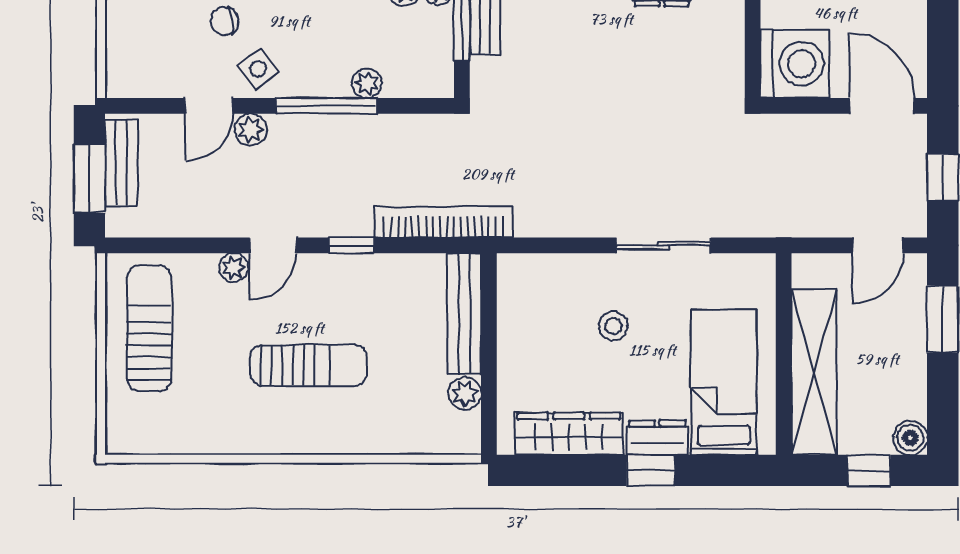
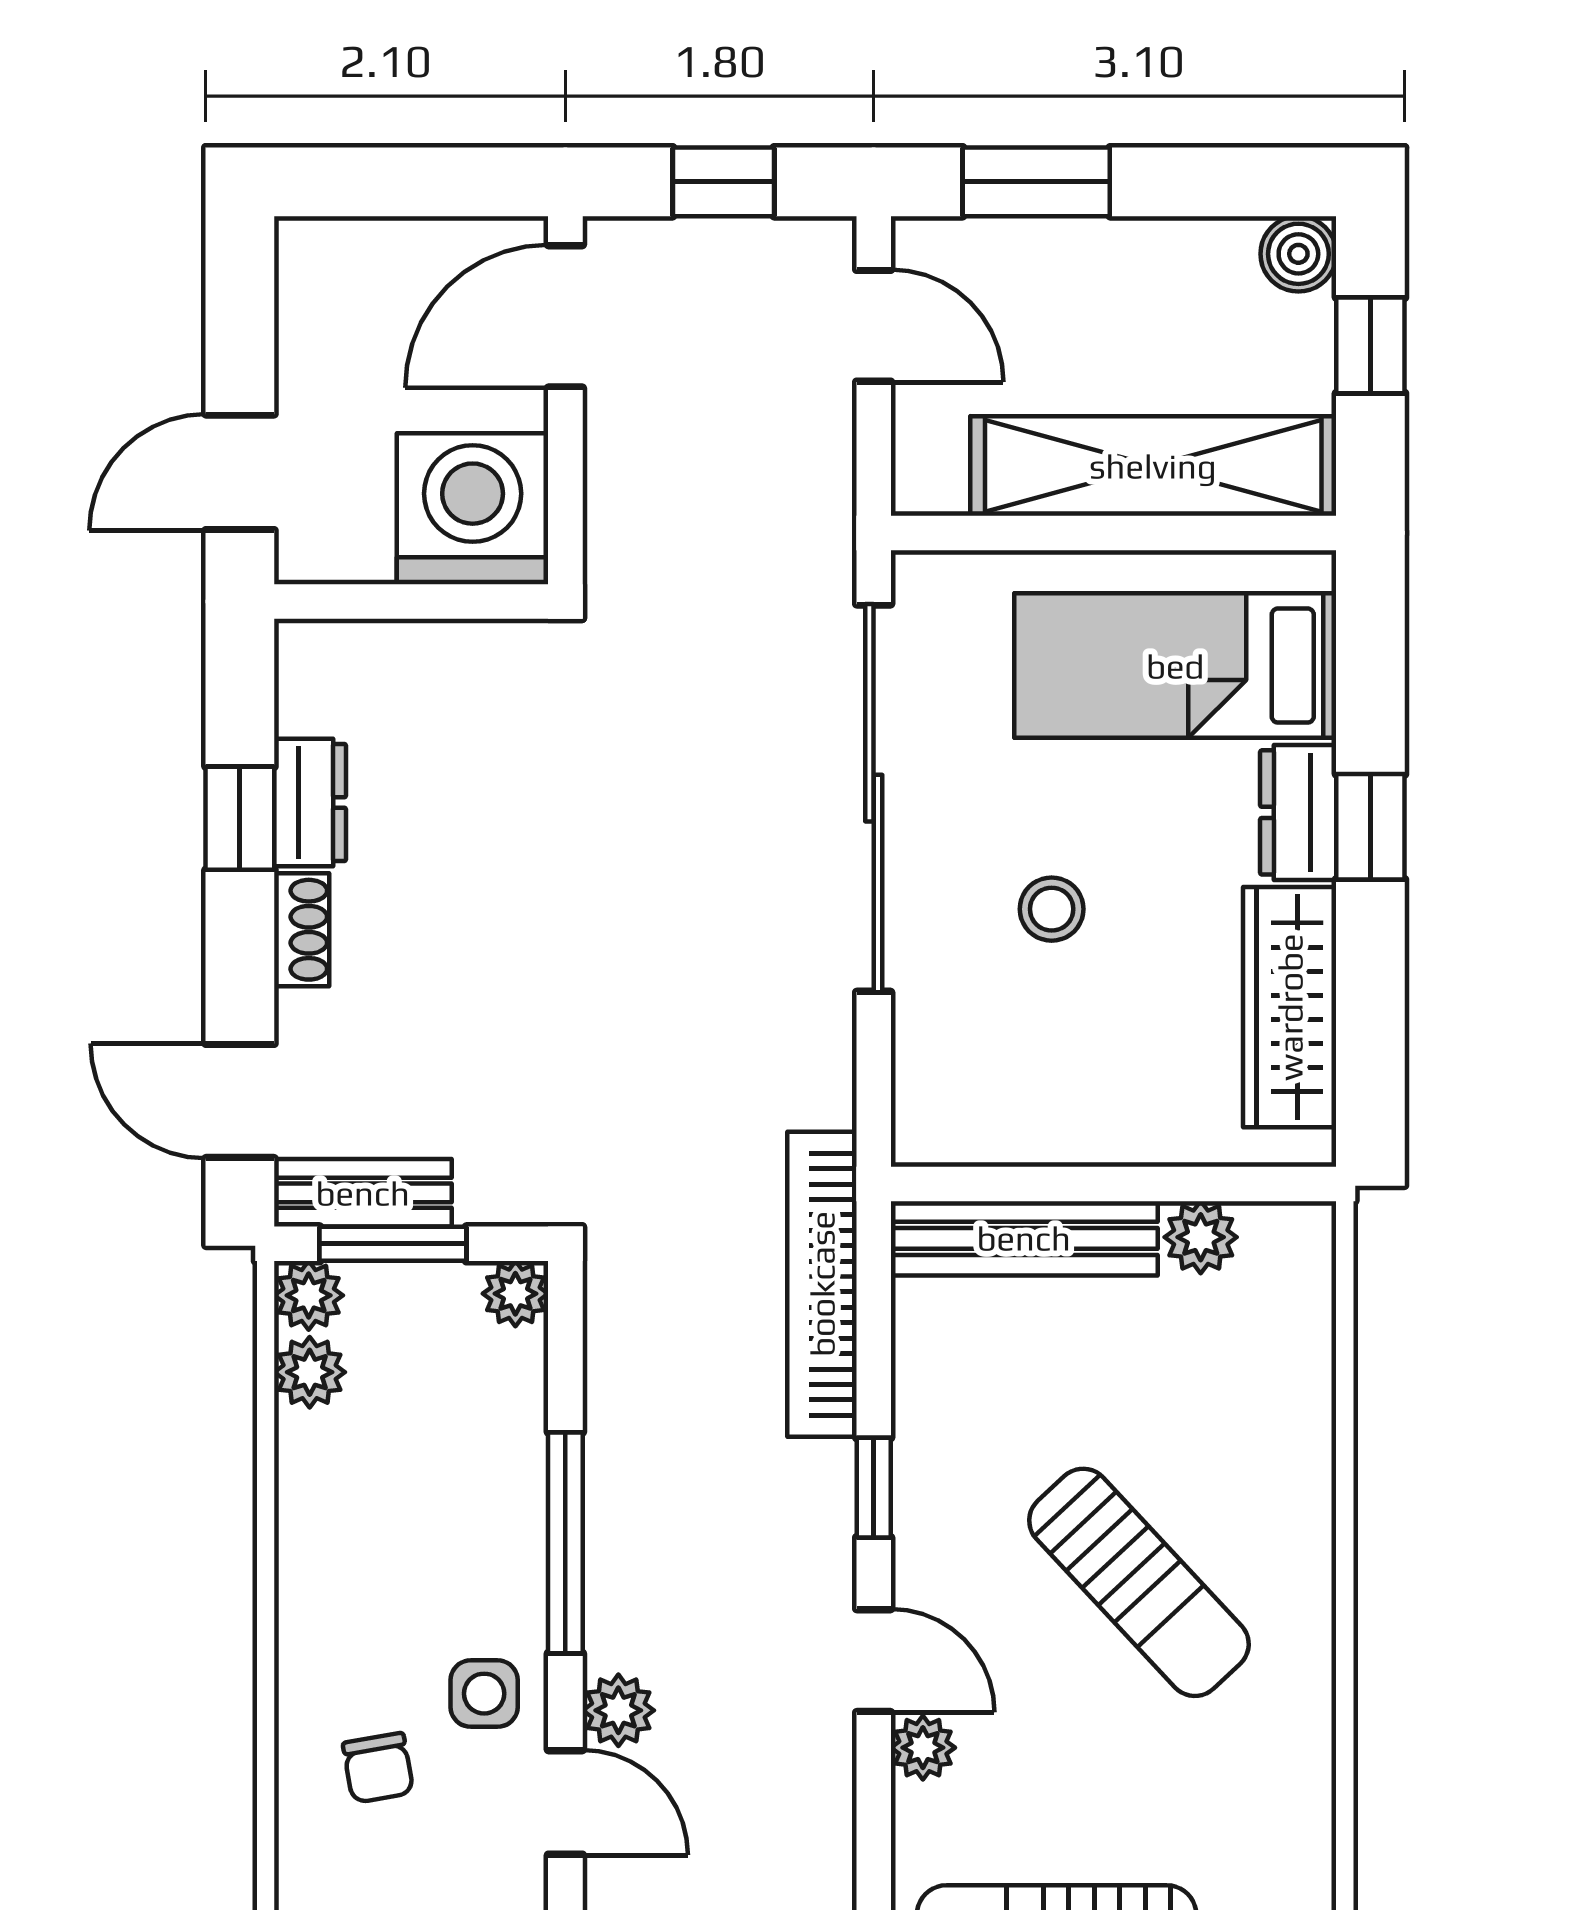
side table: (258, 69) -> (484, 1694), turned 37
plant: (367, 83) -> (515, 1294), moved
sliding door: (664, 245) -> (874, 798), width x1.86
sun lounger: (309, 366) -> (1139, 1582), turned 137

